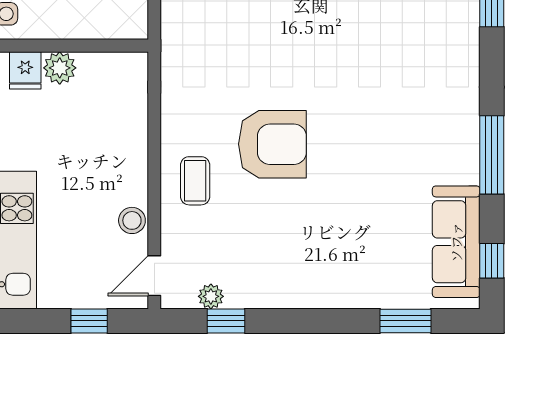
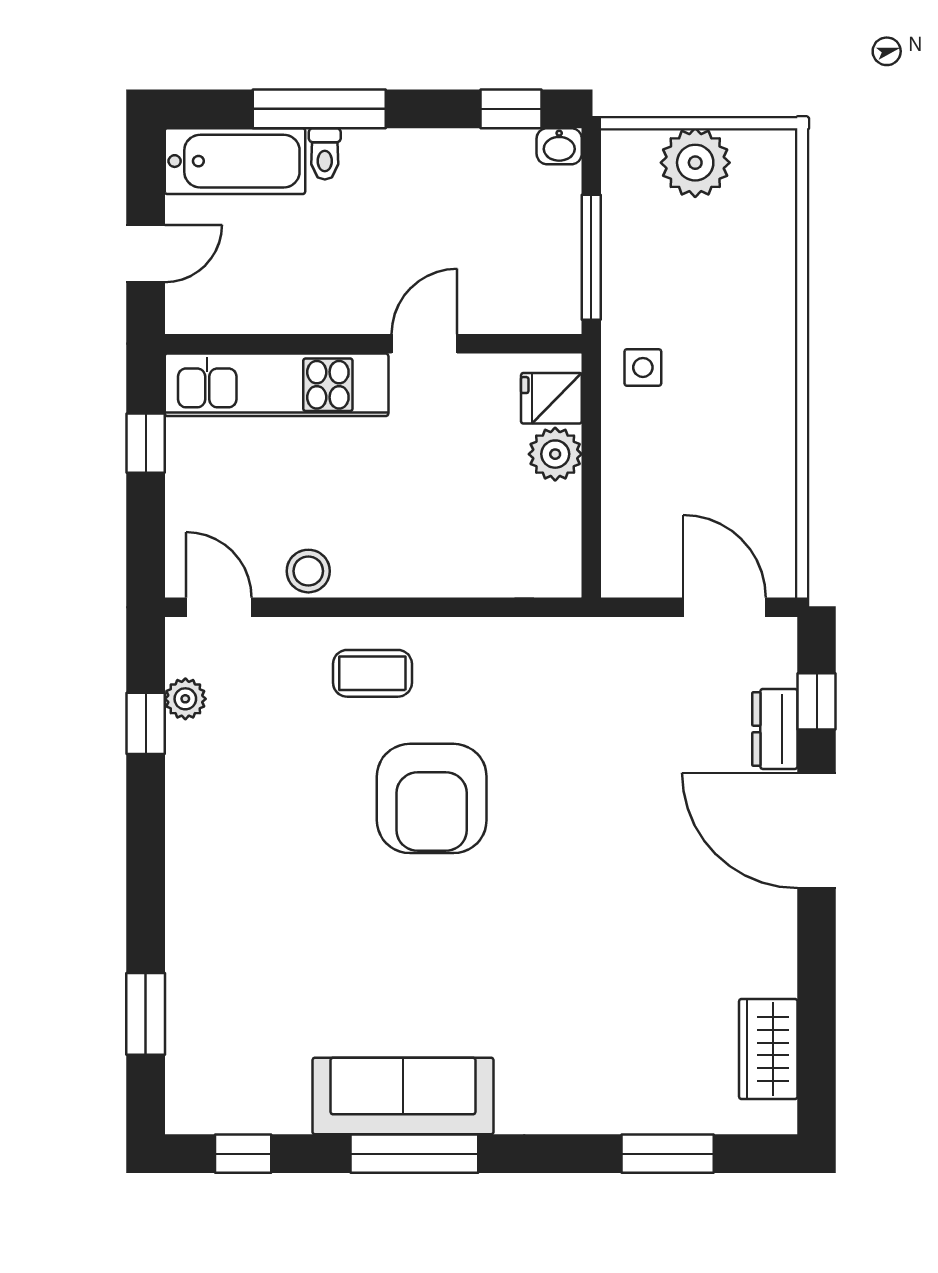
sofa: (456, 242) -> (403, 1096), moved
window: (89, 321) -> (146, 443), moved

